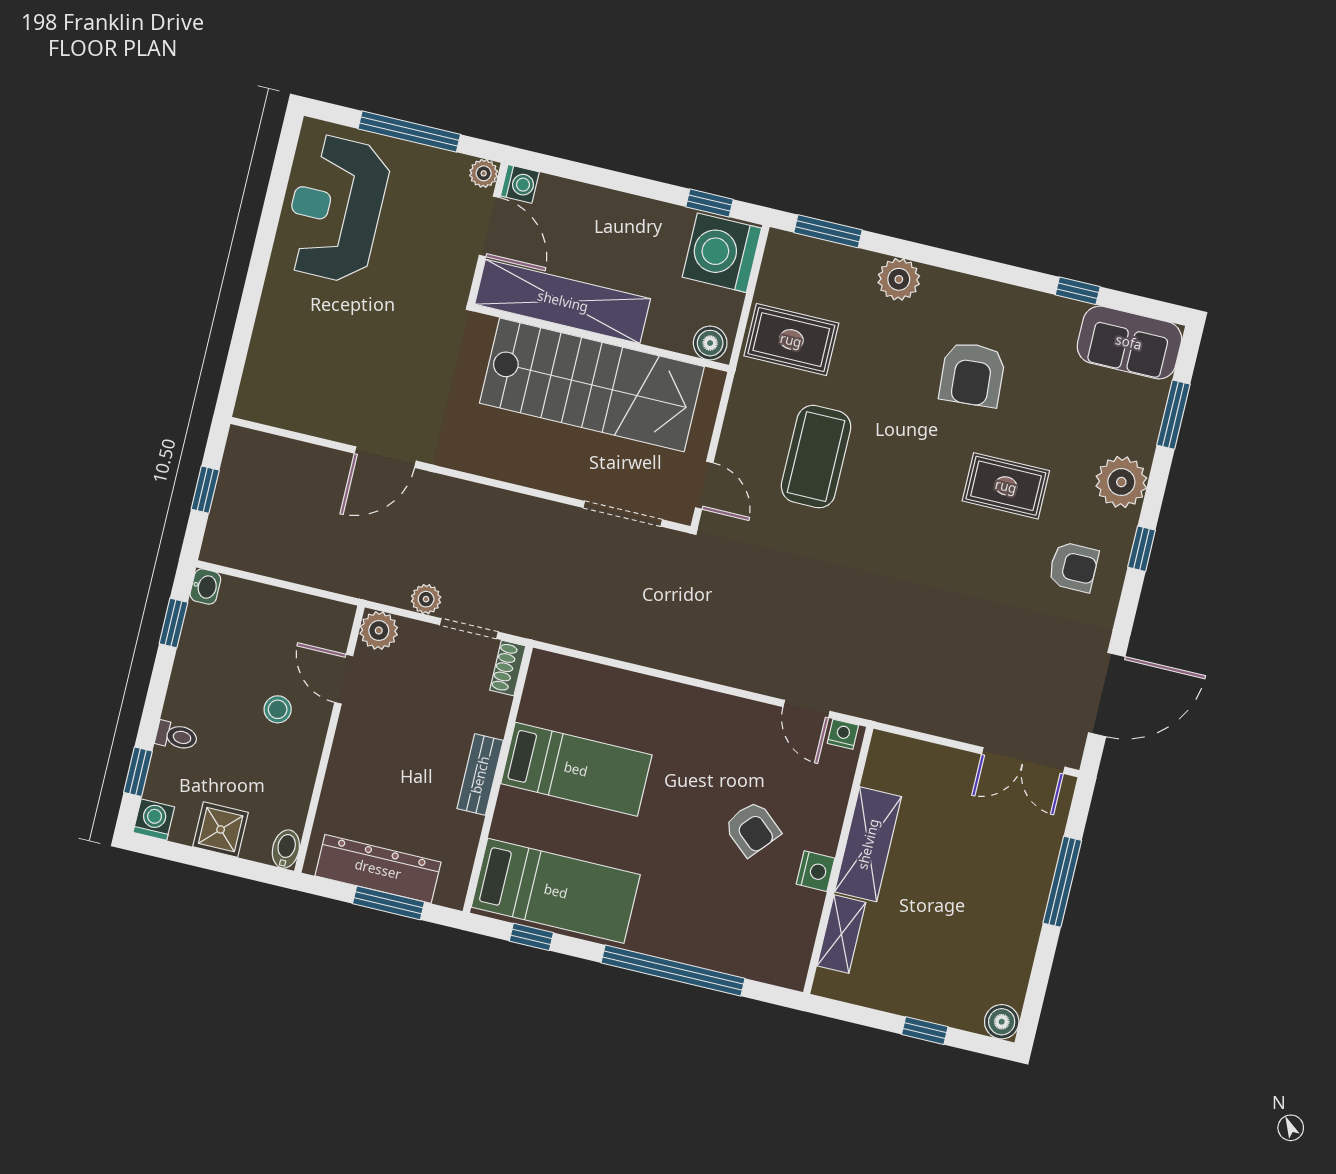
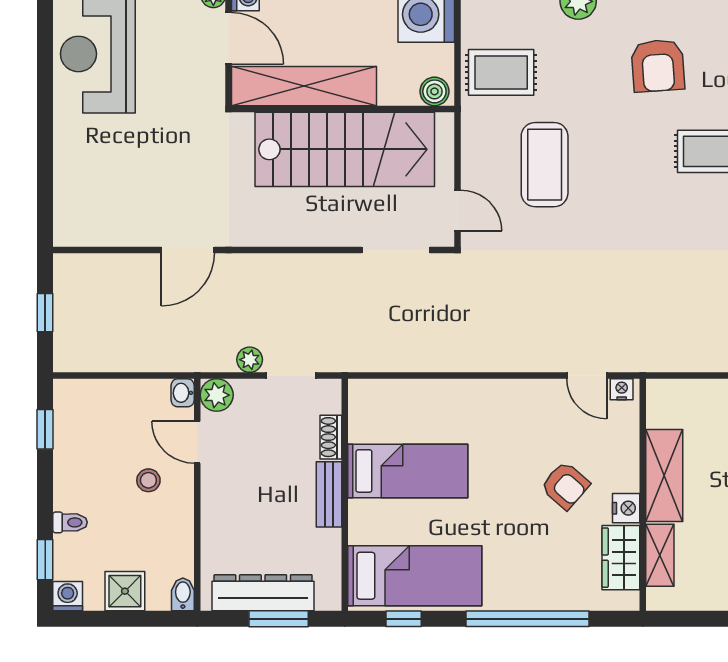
washbasin: (205, 587) -> (183, 393), moved, turned 180
shoe rack: (508, 668) -> (331, 437), moved
wardrobe: (796, 926) -> (621, 558), added

